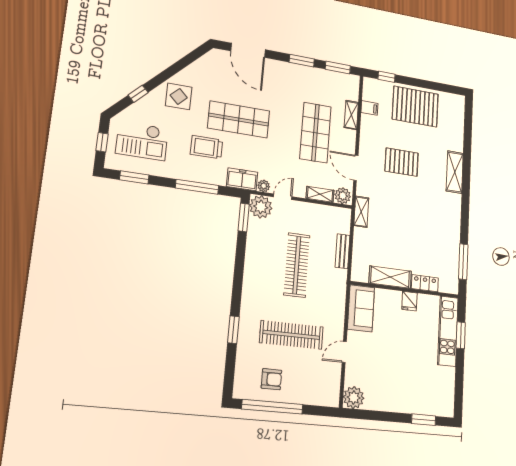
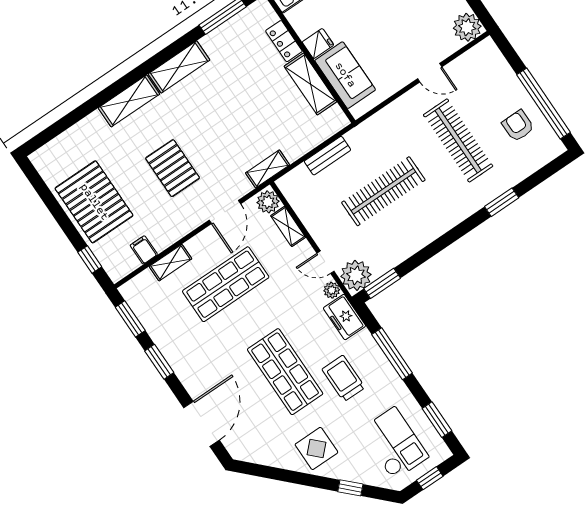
trolley: (207, 147) -> (343, 378), turned 180
shelving: (453, 214) -> (179, 67), added
sofa: (361, 308) -> (345, 75), moved, turned 90

